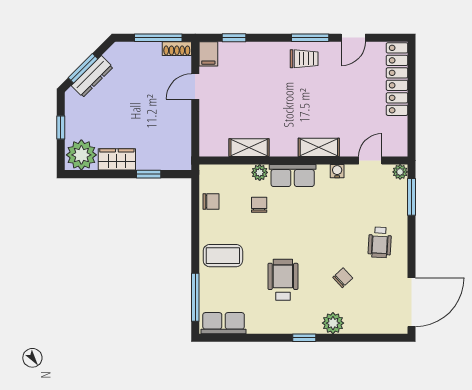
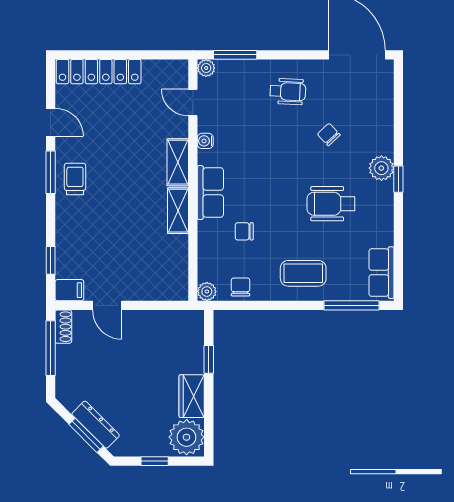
shelving: (249, 148) -> (178, 211), moved
plant: (260, 172) -> (207, 291), moved
coffee table: (223, 256) -> (303, 273), turned 90
plant: (333, 323) -> (381, 168), moved

